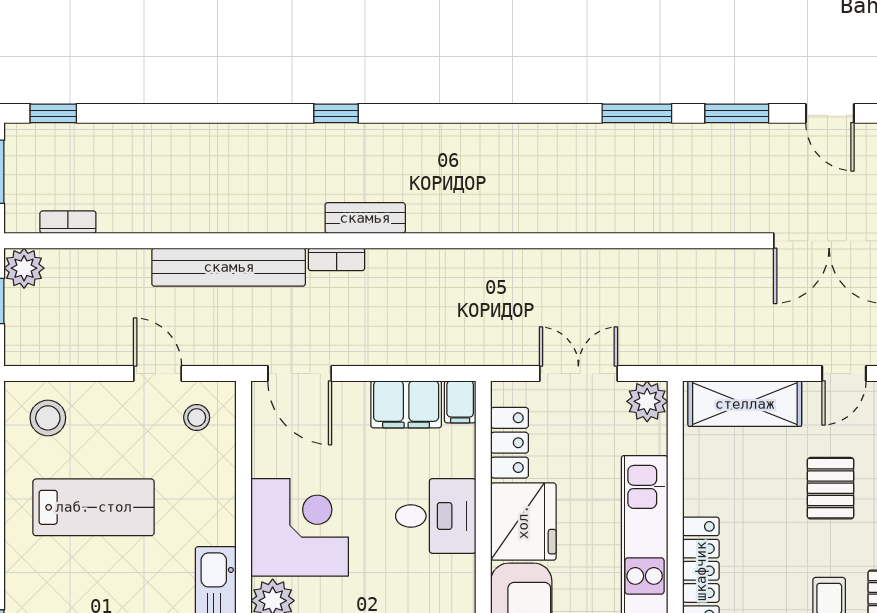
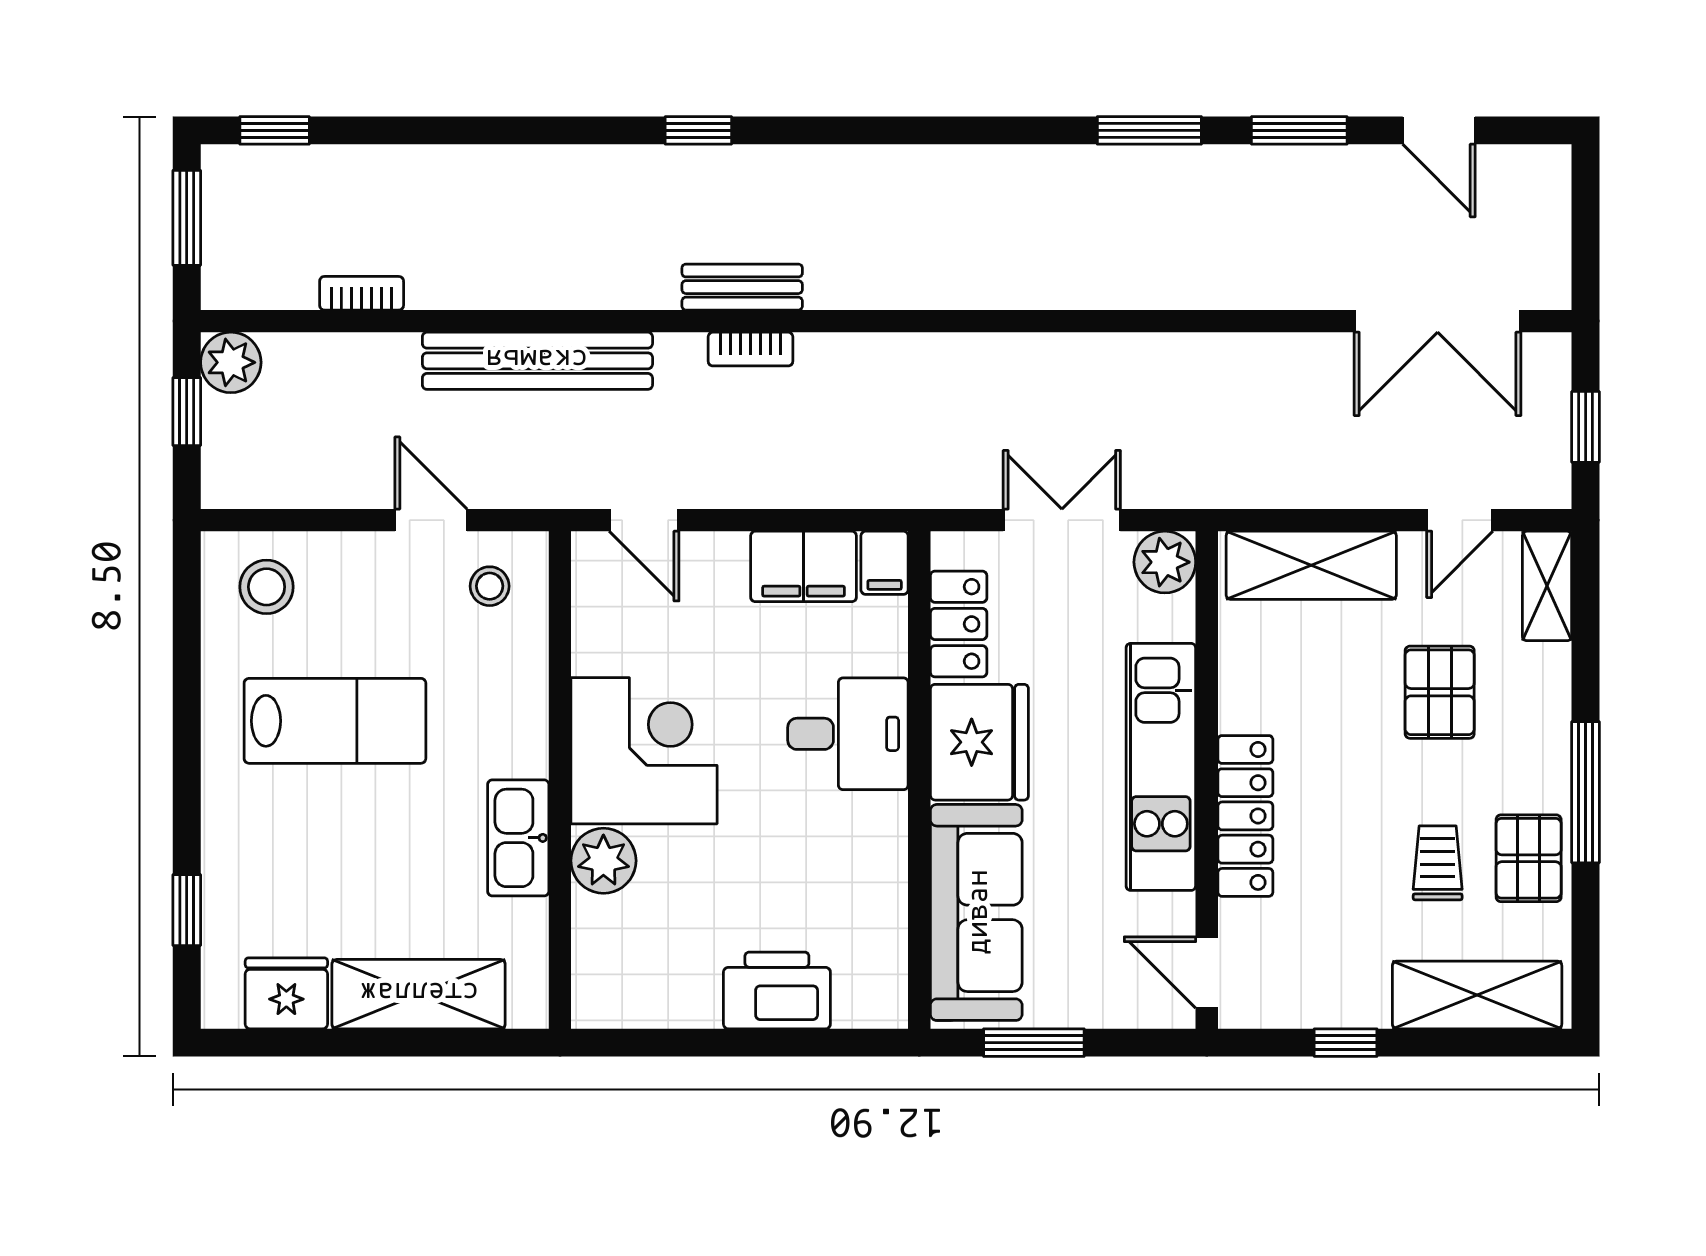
bookcase: (68, 222) -> (362, 293), moved
bookcase: (337, 259) -> (751, 349), moved
door: (300, 373) -> (644, 520), width x0.73

